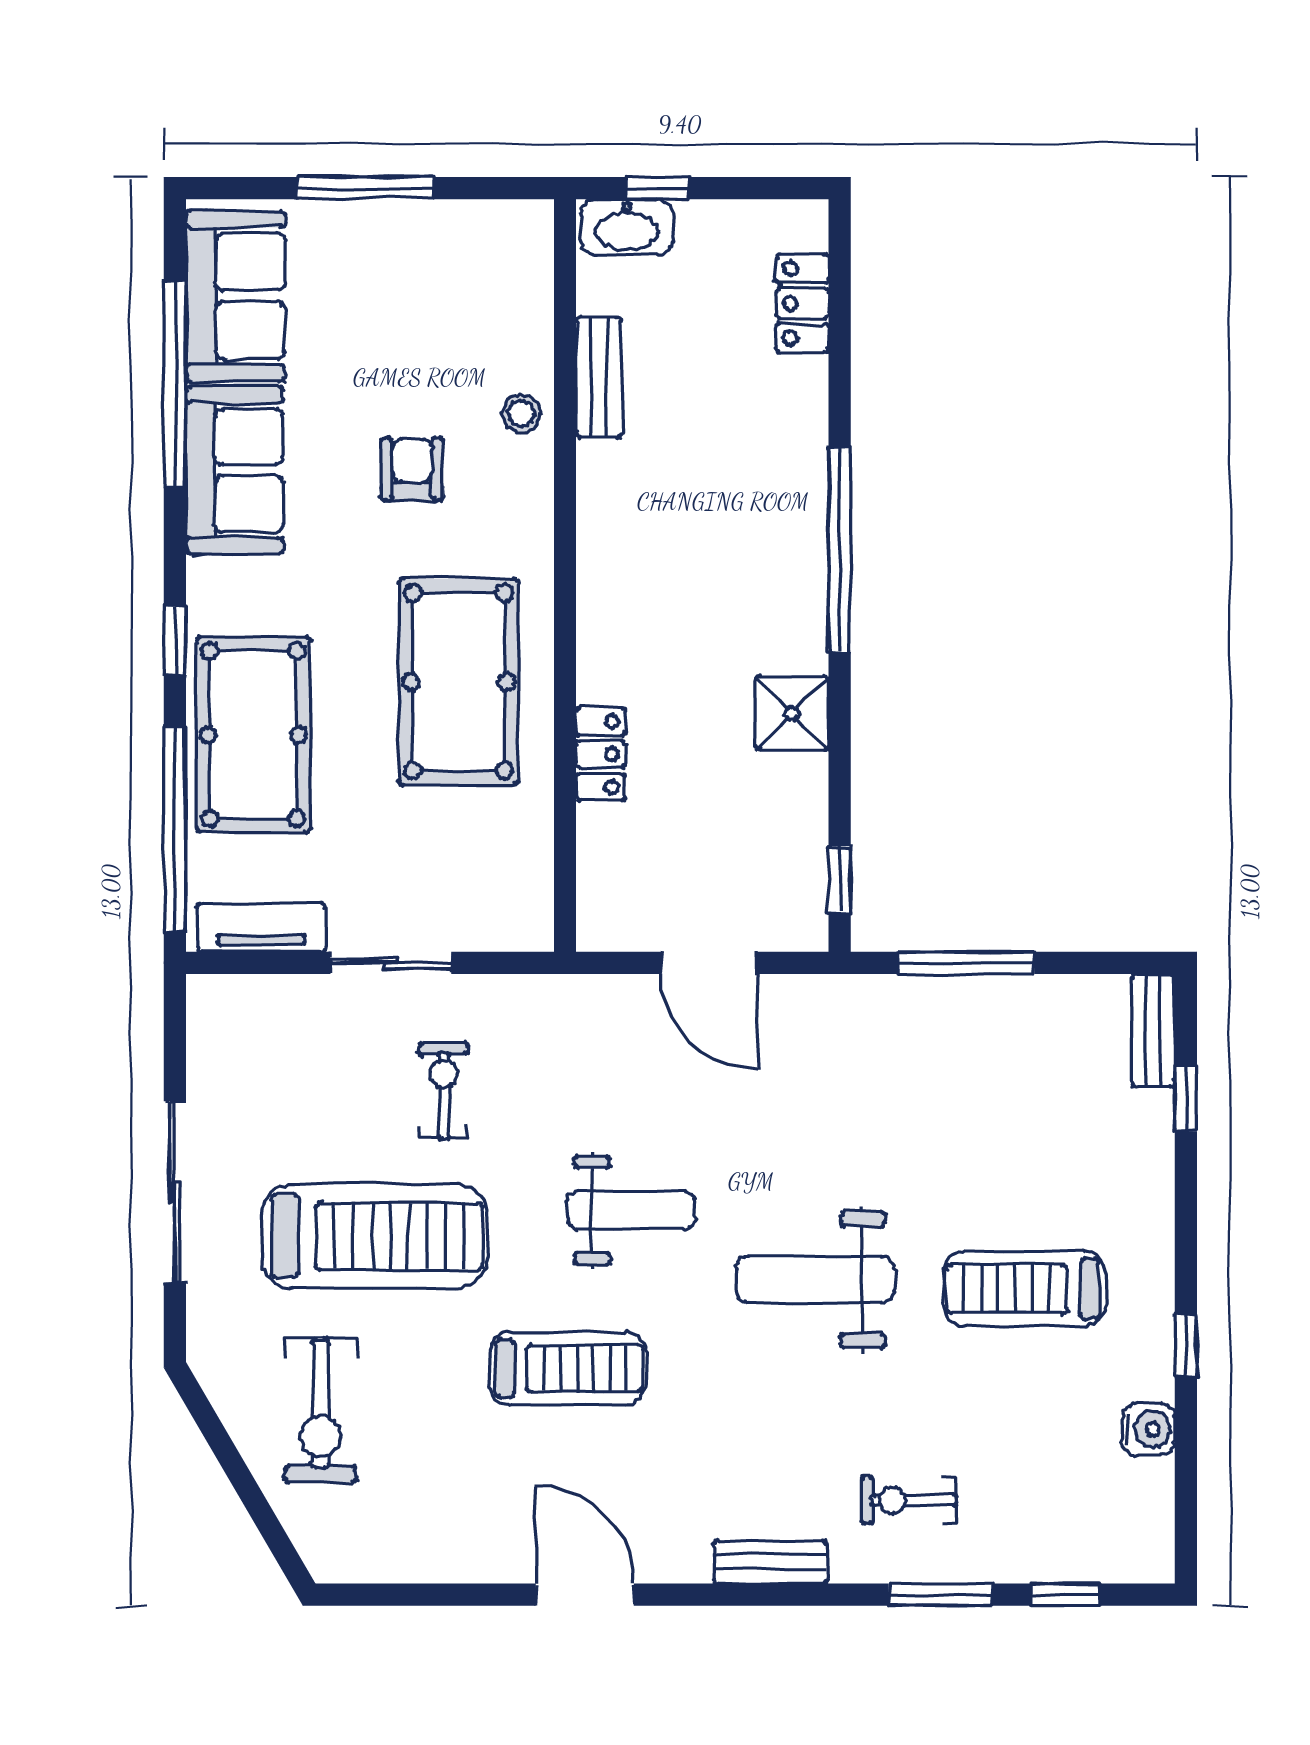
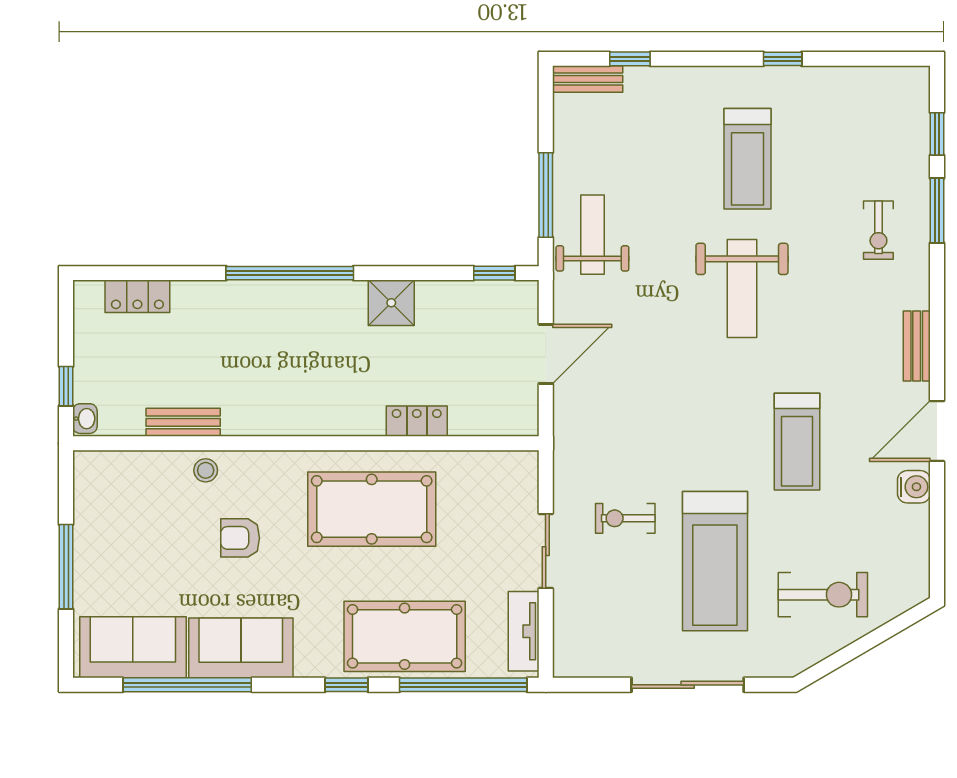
washbasin: (627, 227) -> (85, 419), width x0.52, depth x0.69
weight bench: (631, 1210) -> (592, 235), moved
treadmill: (375, 1236) -> (715, 561), turned 180
treadmill: (568, 1369) -> (797, 442), turned 180
water cooler: (1149, 1429) -> (914, 487), moved, turned 90
bench: (770, 1562) -> (917, 346), moved

